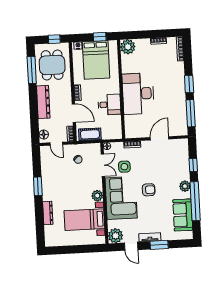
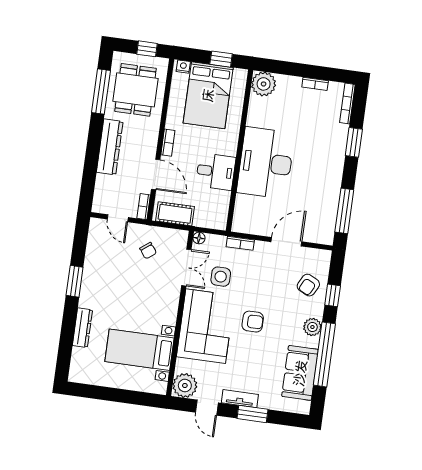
window: (189, 84) -> (354, 142), moved
floor lamp: (44, 135) -> (100, 200), removed
armchair: (178, 162) -> (308, 285), added
plant: (97, 196) -> (168, 315), removed

